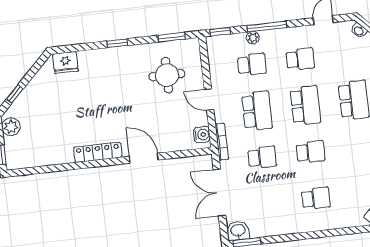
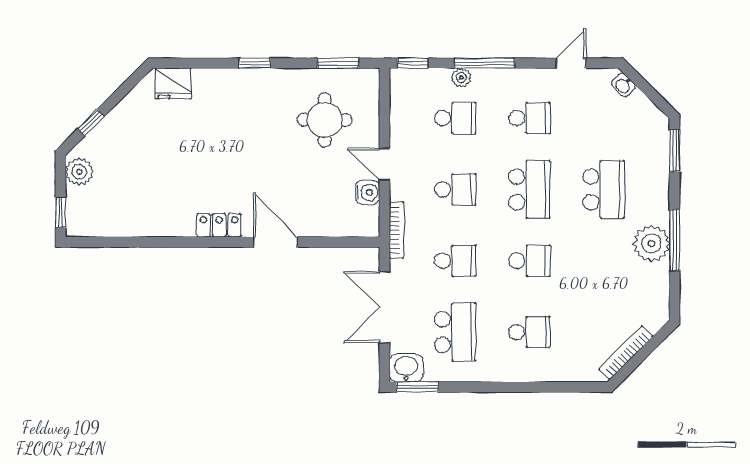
school desk: (257, 111) -> (455, 189), width x0.54
water cooler: (202, 135) -> (368, 192), moved
locker: (98, 152) -> (219, 225), width x0.66
school desk: (267, 204) -> (455, 332), added

